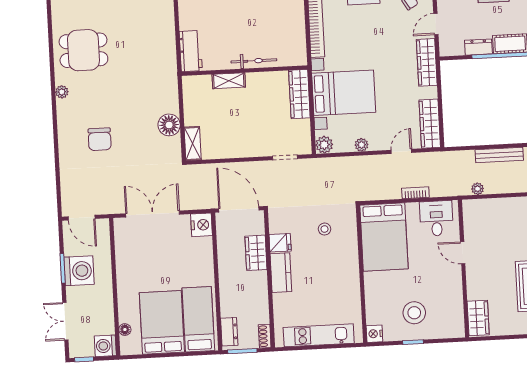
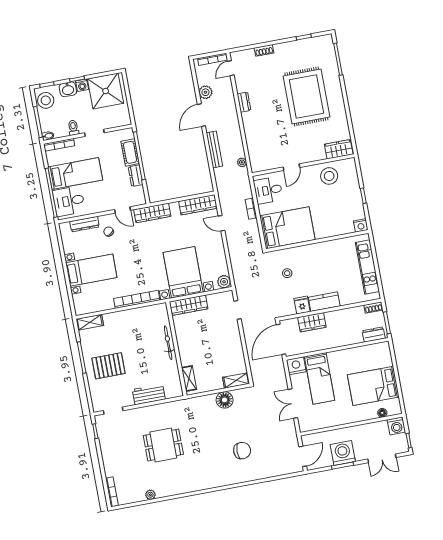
dining table: (83, 50) -> (163, 445), moved, turned 90
workbench: (191, 51) -> (149, 394), moved
shelving: (229, 81) -> (189, 378), moved
plant: (62, 92) -> (150, 495), moved
plant: (362, 145) -> (220, 254), removed
double door: (153, 214) -> (293, 404), width x0.73
stool: (414, 313) -> (329, 176), moved
bed: (198, 319) -> (319, 378), moved, turned -90

